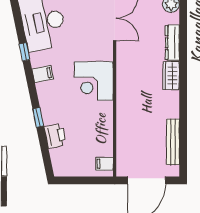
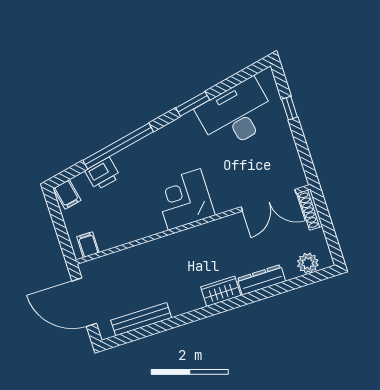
window: (25, 52) -> (193, 104), width x1.50
filing cabinet: (43, 74) -> (67, 194), moved
window: (38, 118) -> (118, 146), width x3.17

